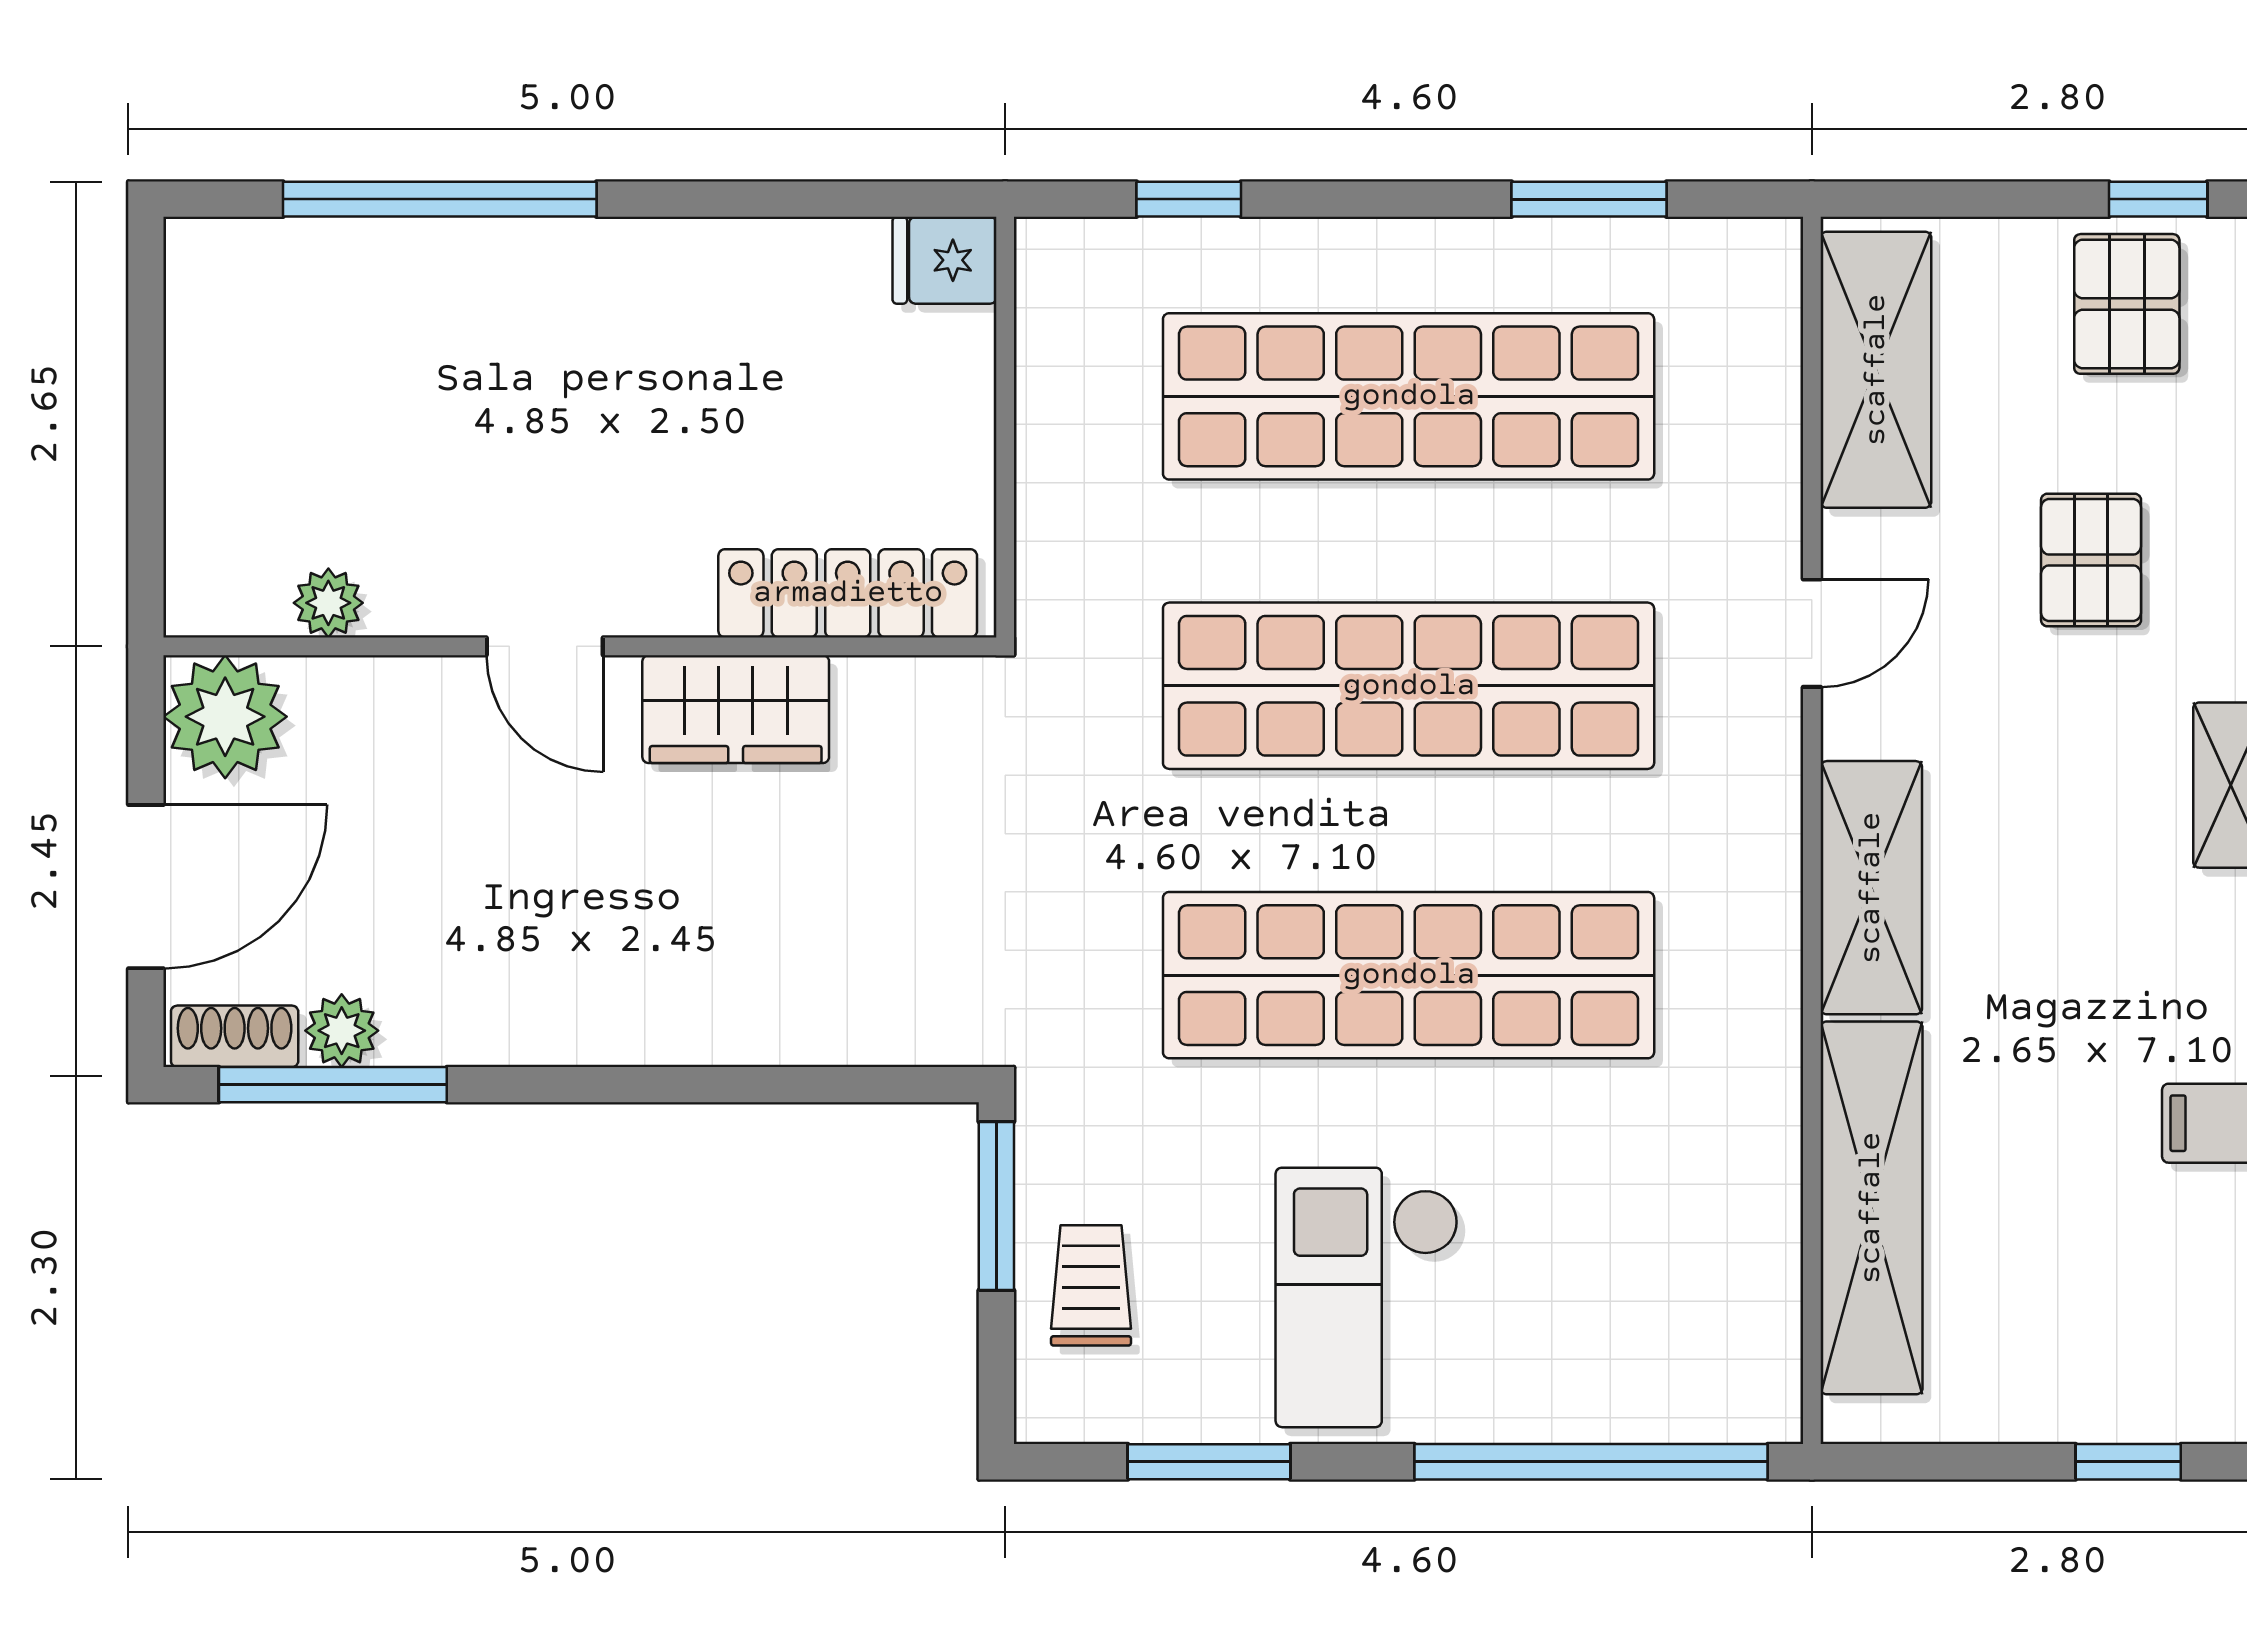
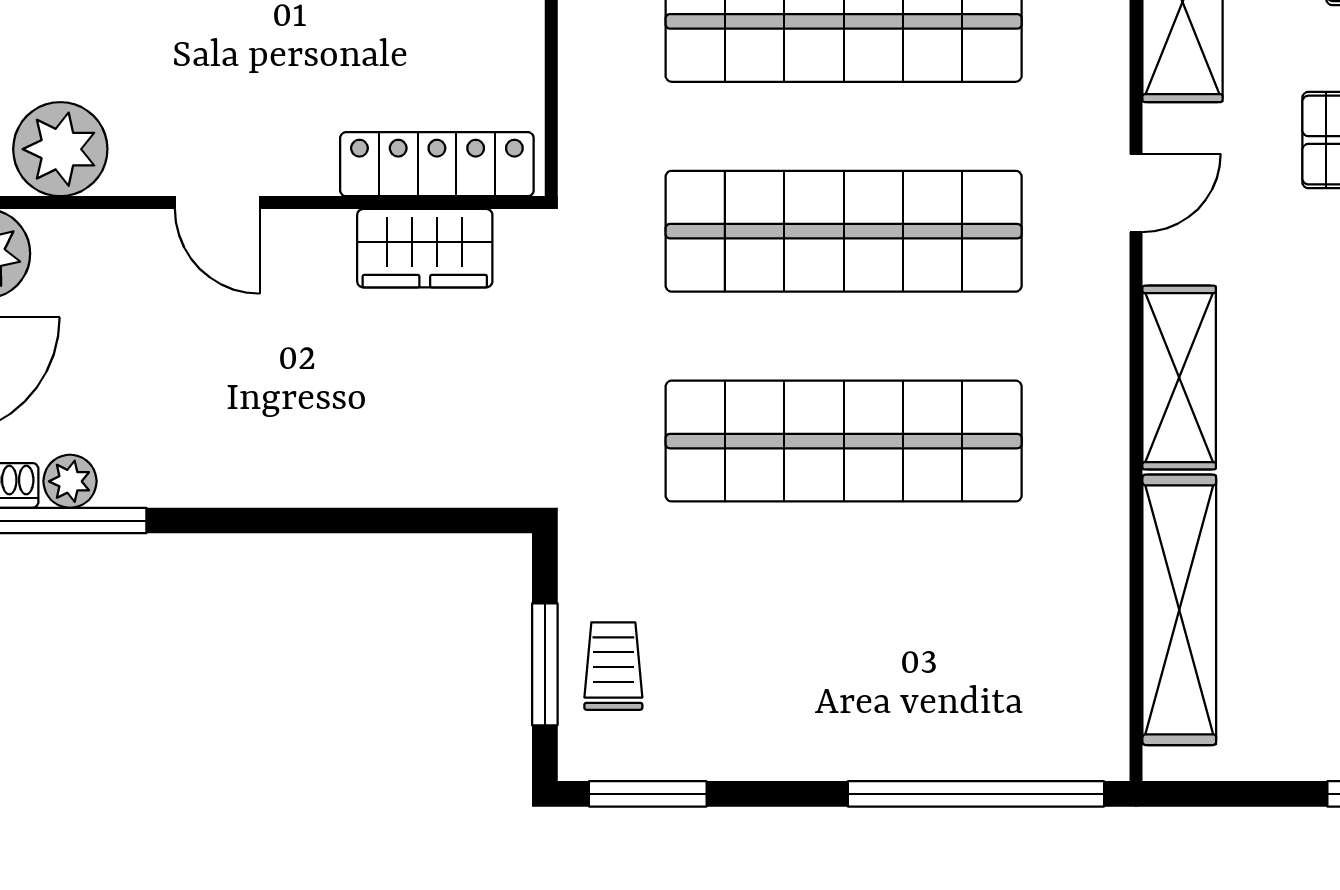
plant: (328, 603) -> (60, 149), width x1.88, depth x1.88
wardrobe: (736, 709) -> (425, 248), moved
window: (996, 1206) -> (545, 664), moved
checkout: (1367, 1297) -> (814, 675), removed
window: (1209, 1462) -> (648, 794), moved

